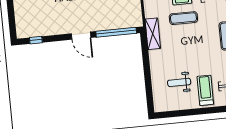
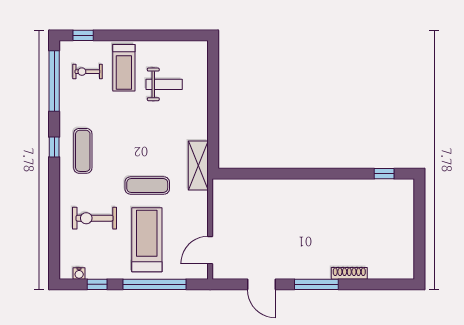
window: (116, 32) -> (256, 174), removed
door: (81, 36) -> (312, 174), removed

